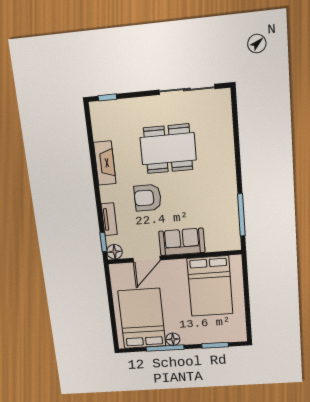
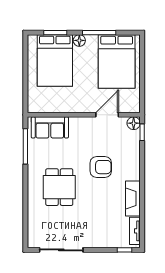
dining table: (168, 149) -> (59, 187), moved, width x0.73
tv unit: (109, 219) -> (135, 231), moved
sofa: (182, 242) -> (50, 127), moved
bed: (210, 286) -> (55, 60), moved, turned 180
floor lamp: (173, 339) -> (79, 40), moved

